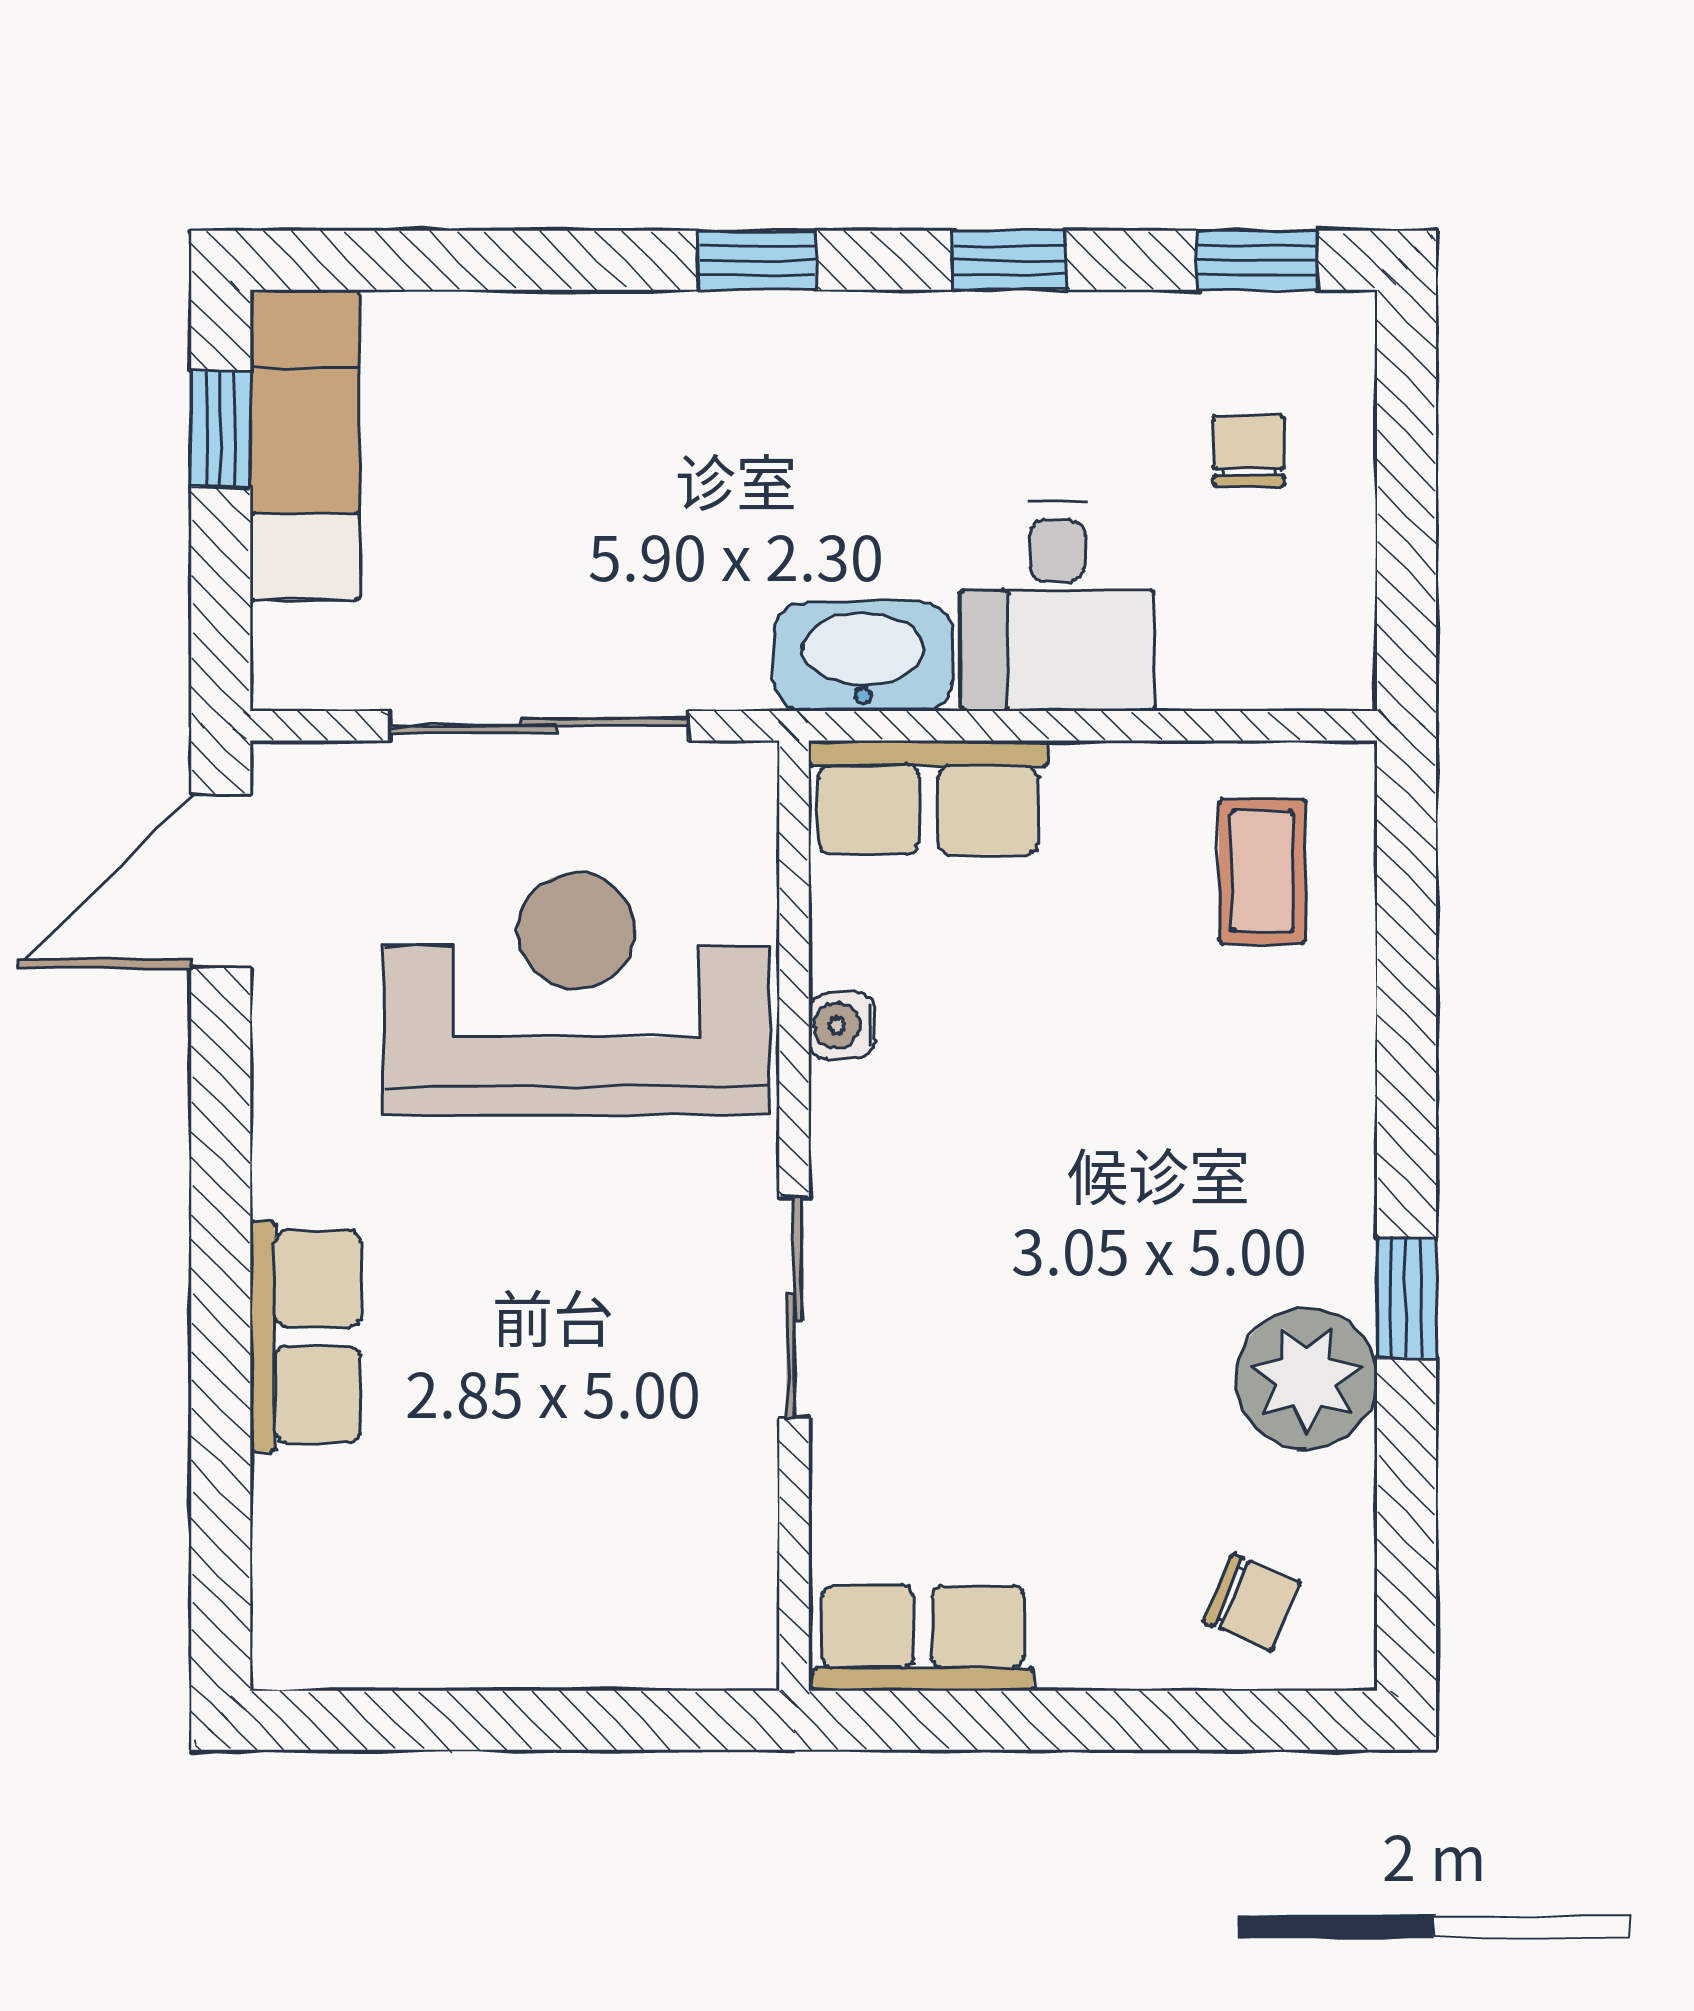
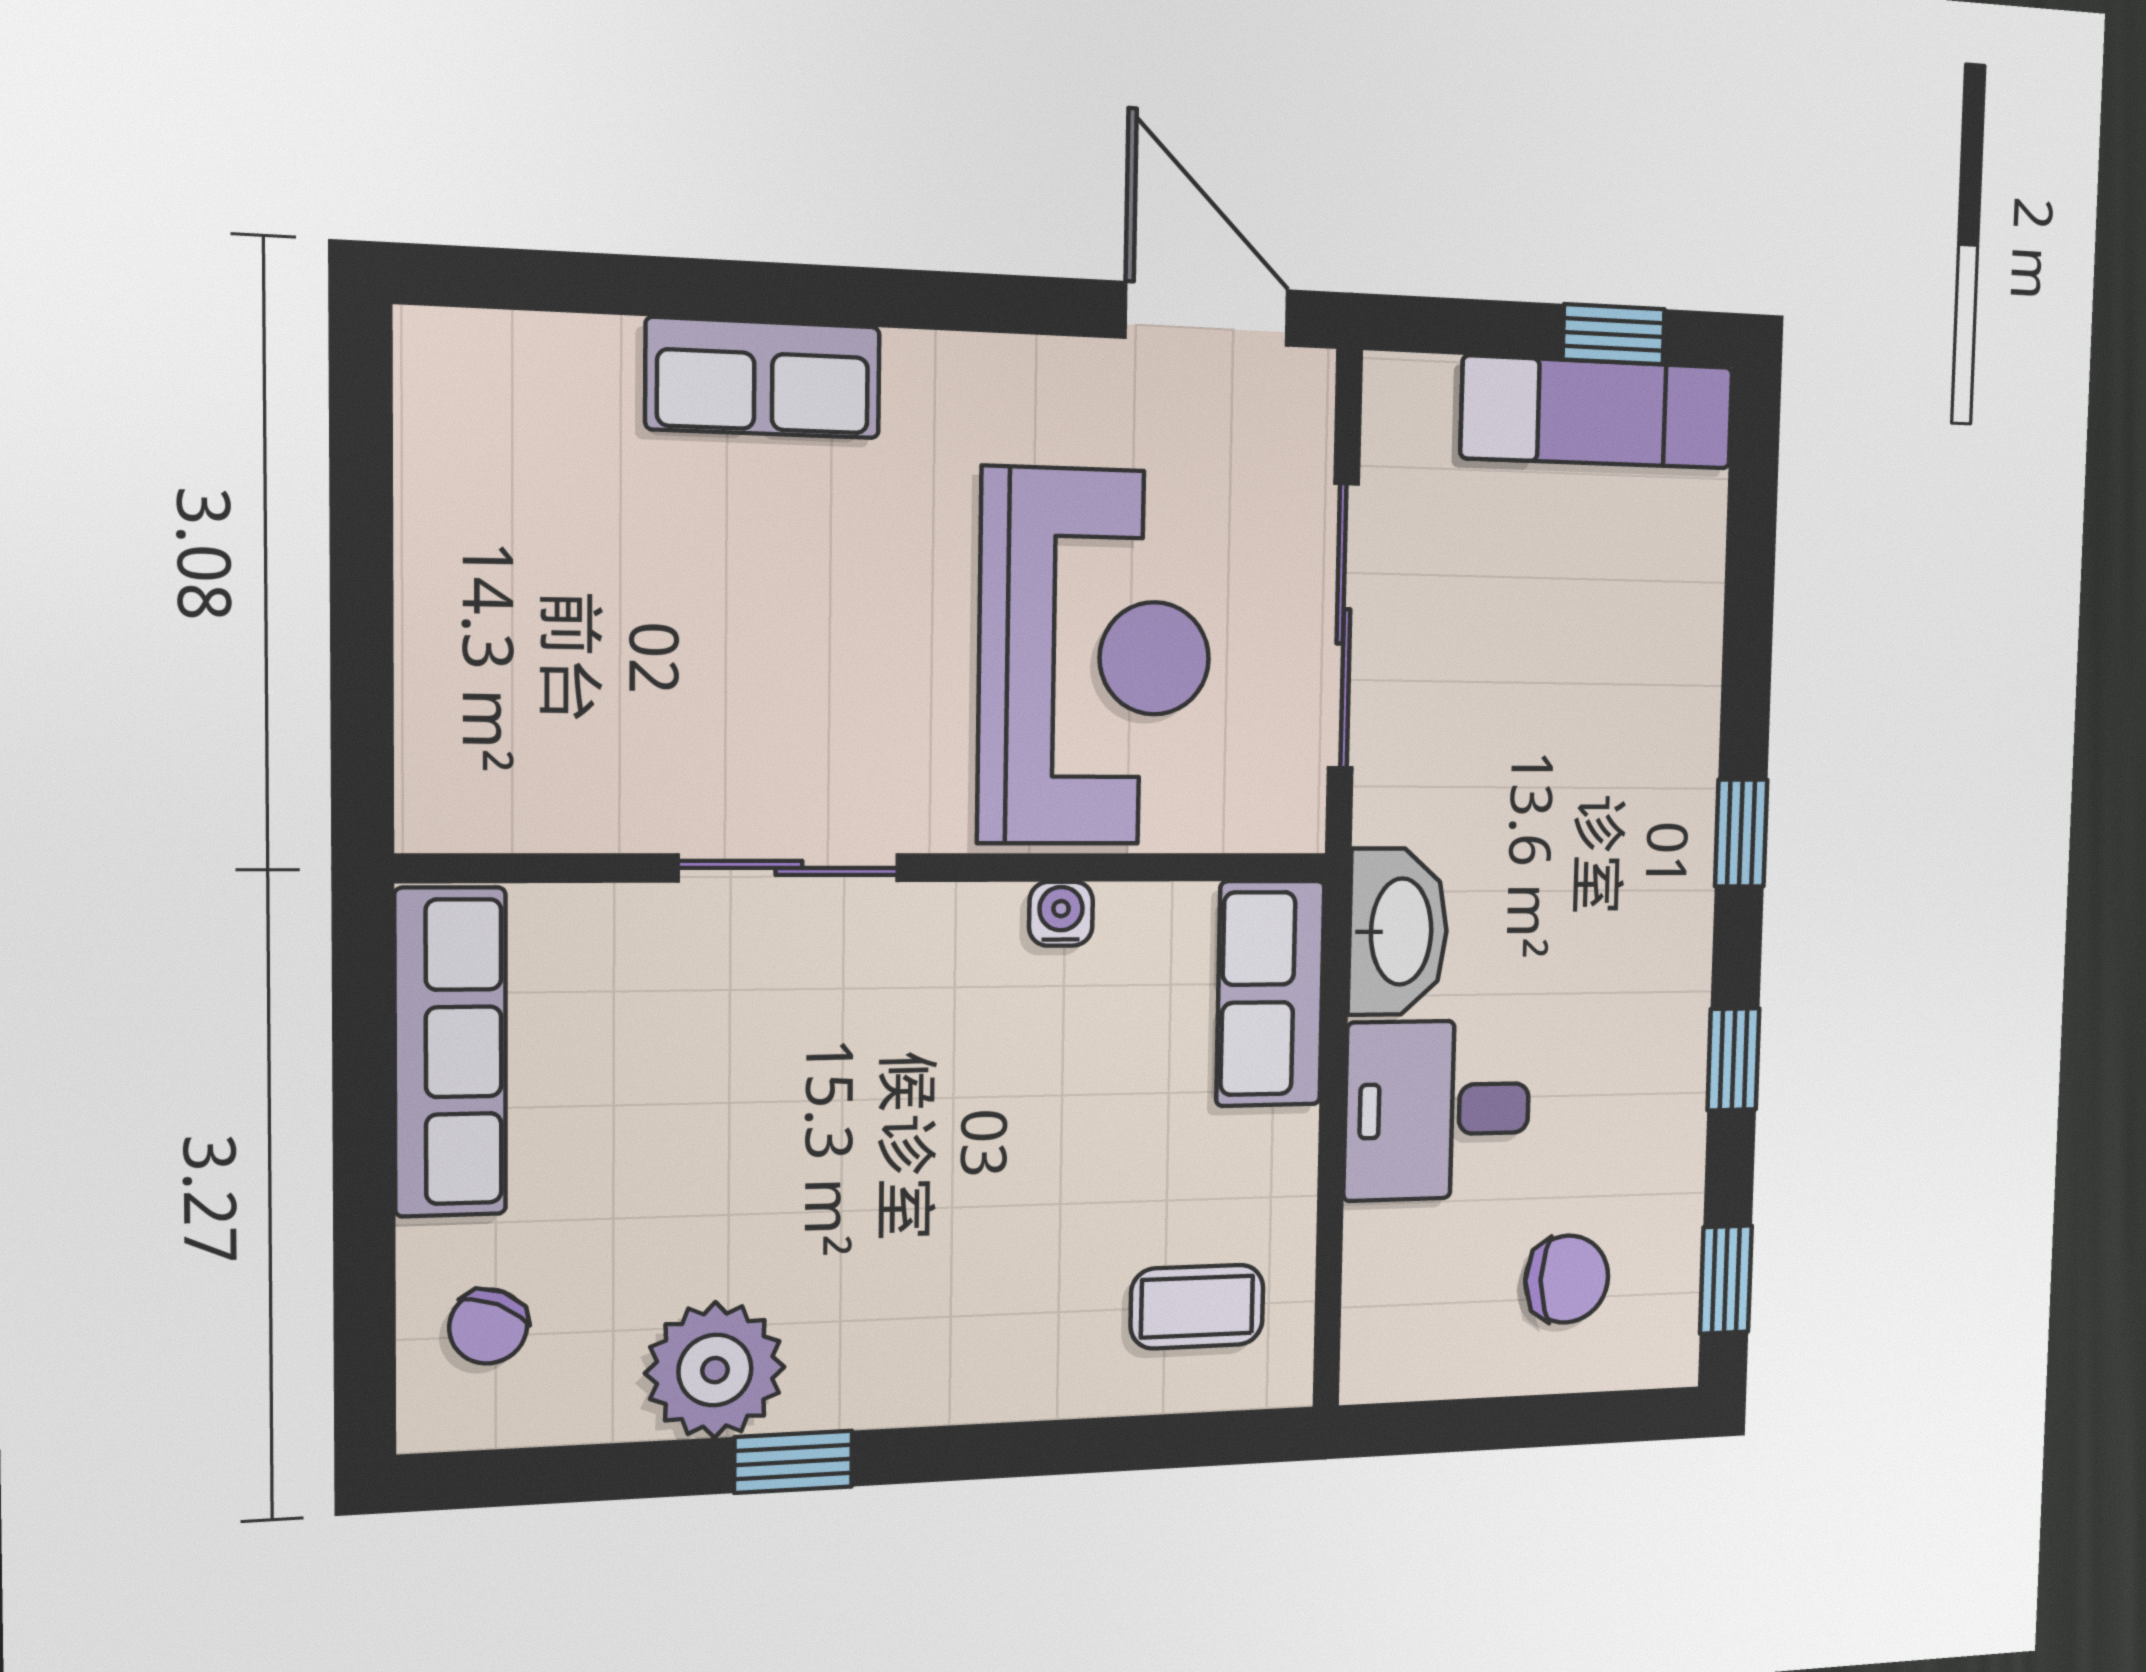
chair: (1249, 451) -> (1567, 1279), width x1.37, depth x1.37
row of seats: (923, 1638) -> (450, 1052), width x1.48

